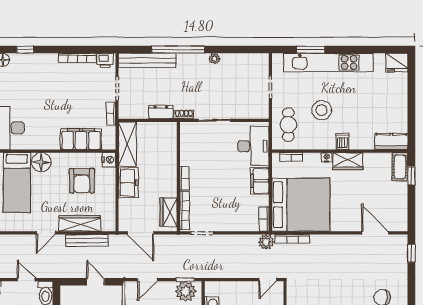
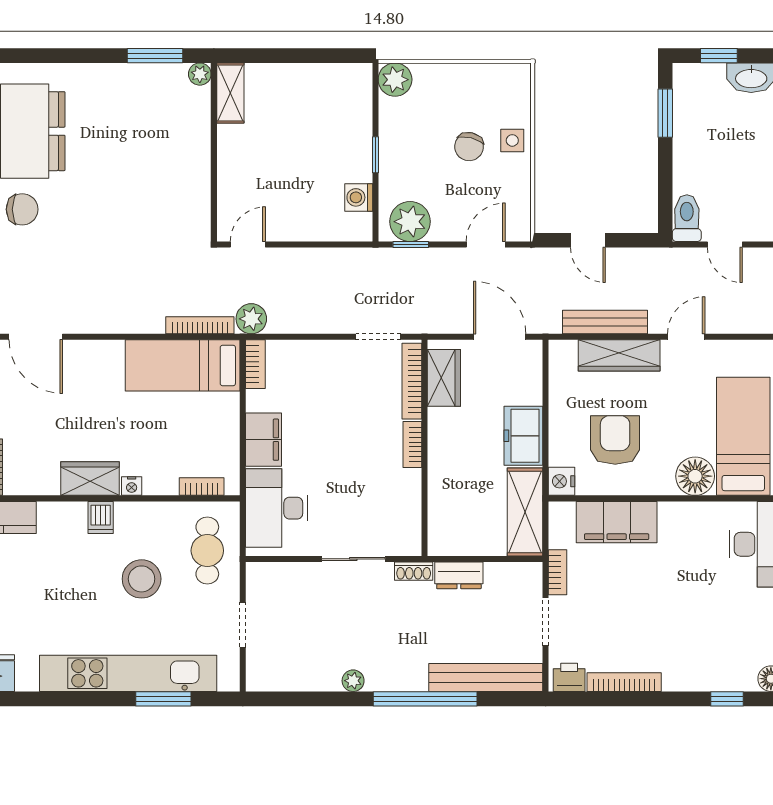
bed: (301, 205) -> (183, 365), width x0.49

